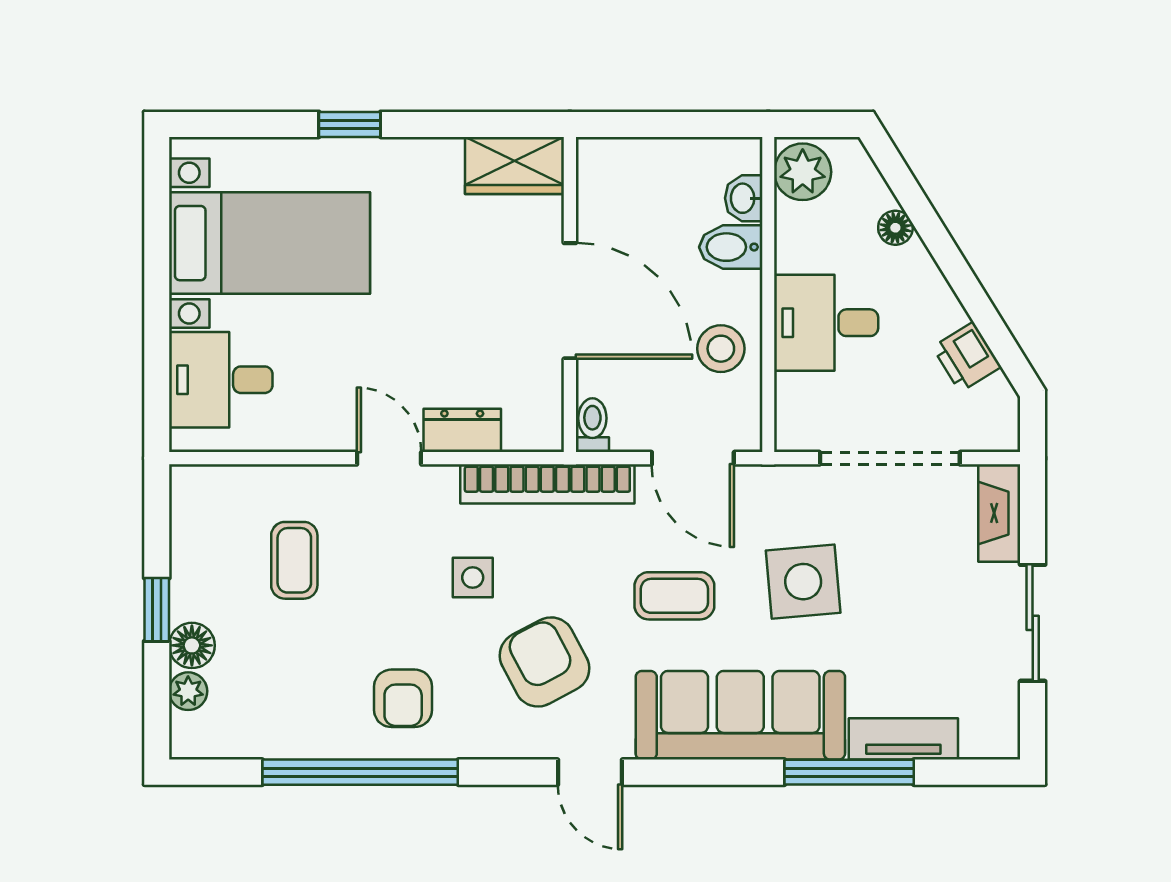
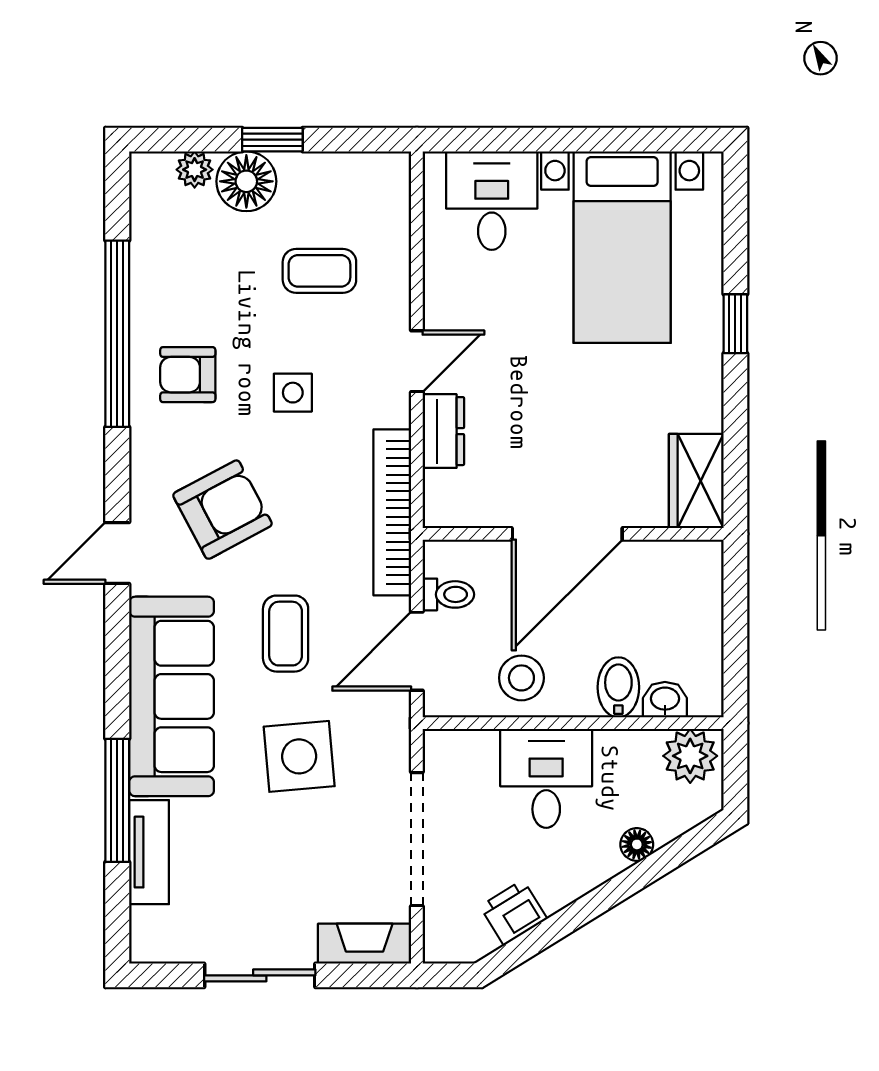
toilet: (592, 425) -> (448, 594), moved
side table: (473, 578) -> (293, 393), moved
floor lamp: (192, 645) -> (246, 181), width x1.38, depth x1.38

